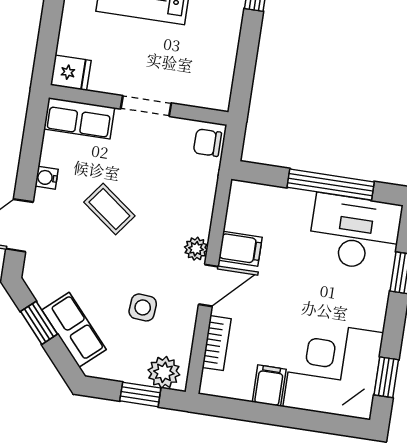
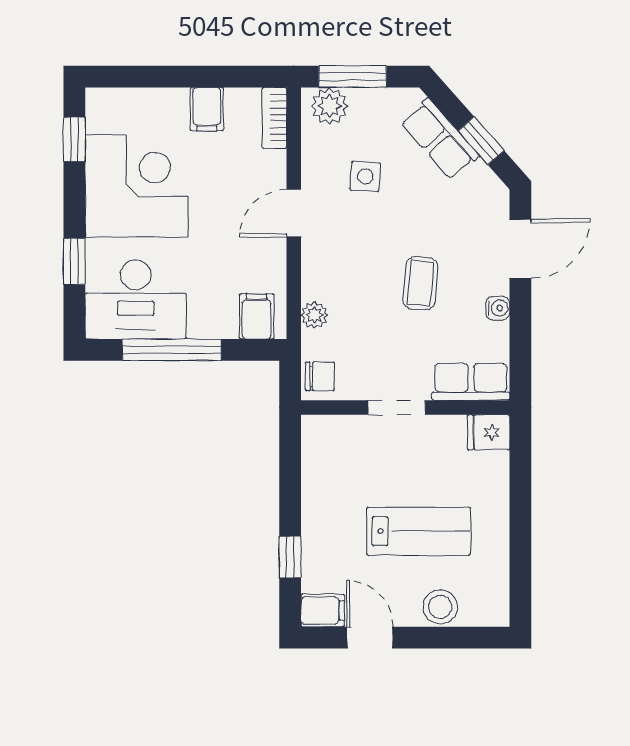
coffee table: (109, 209) -> (420, 283), turned 58
plant: (196, 249) -> (314, 315), moved
filing cabinet: (240, 249) -> (257, 316), moved, turned 90
bookcase: (217, 343) -> (274, 118), moved
corner desk: (333, 370) -> (136, 186), moved, turned -90
window: (140, 394) -> (353, 77), width x1.50

